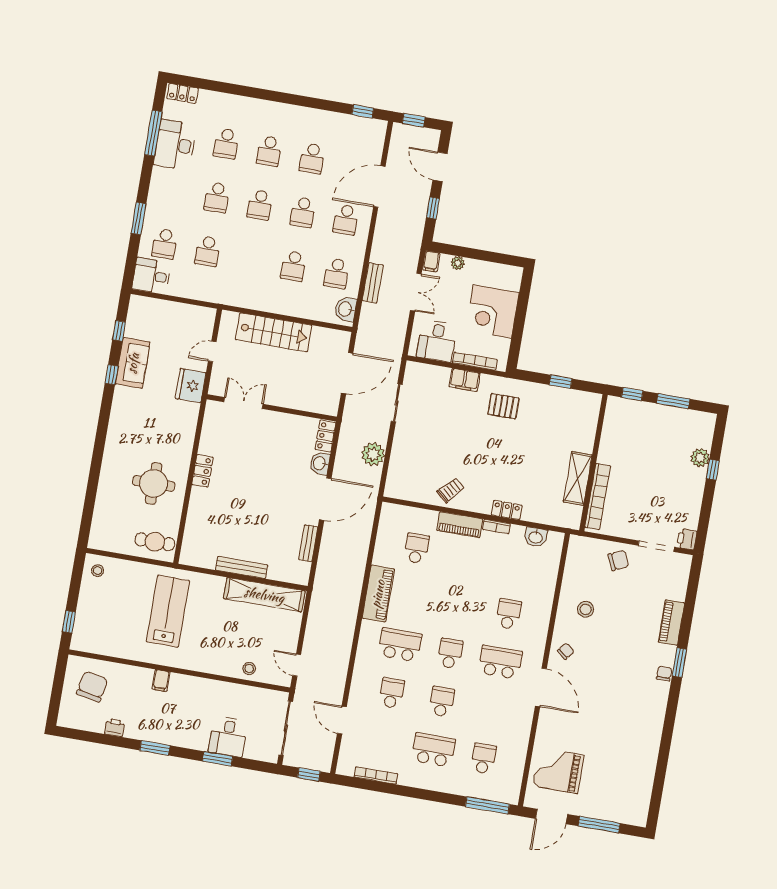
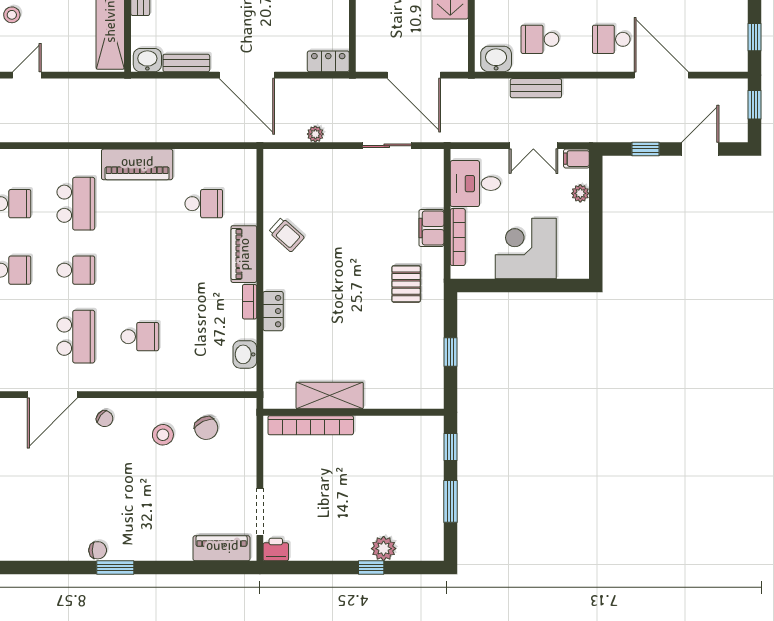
plant: (373, 454) -> (315, 134), width x0.53, depth x0.53
washbasin: (320, 463) -> (147, 60), moved
chair: (618, 560) -> (206, 428), moved
piano: (671, 622) -> (222, 548), moved

